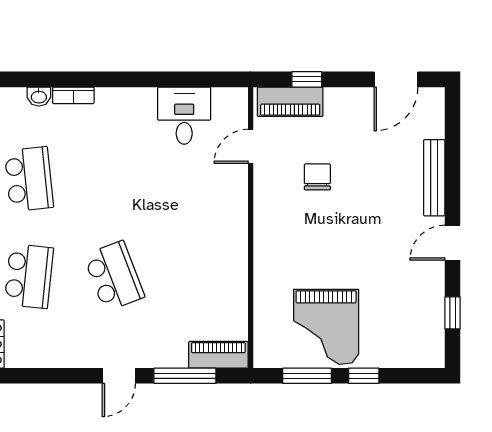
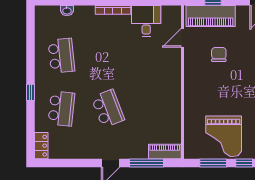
bookcase: (73, 95) -> (113, 10), moved, width x1.56
piano: (290, 102) -> (211, 16), width x1.37, depth x1.33

